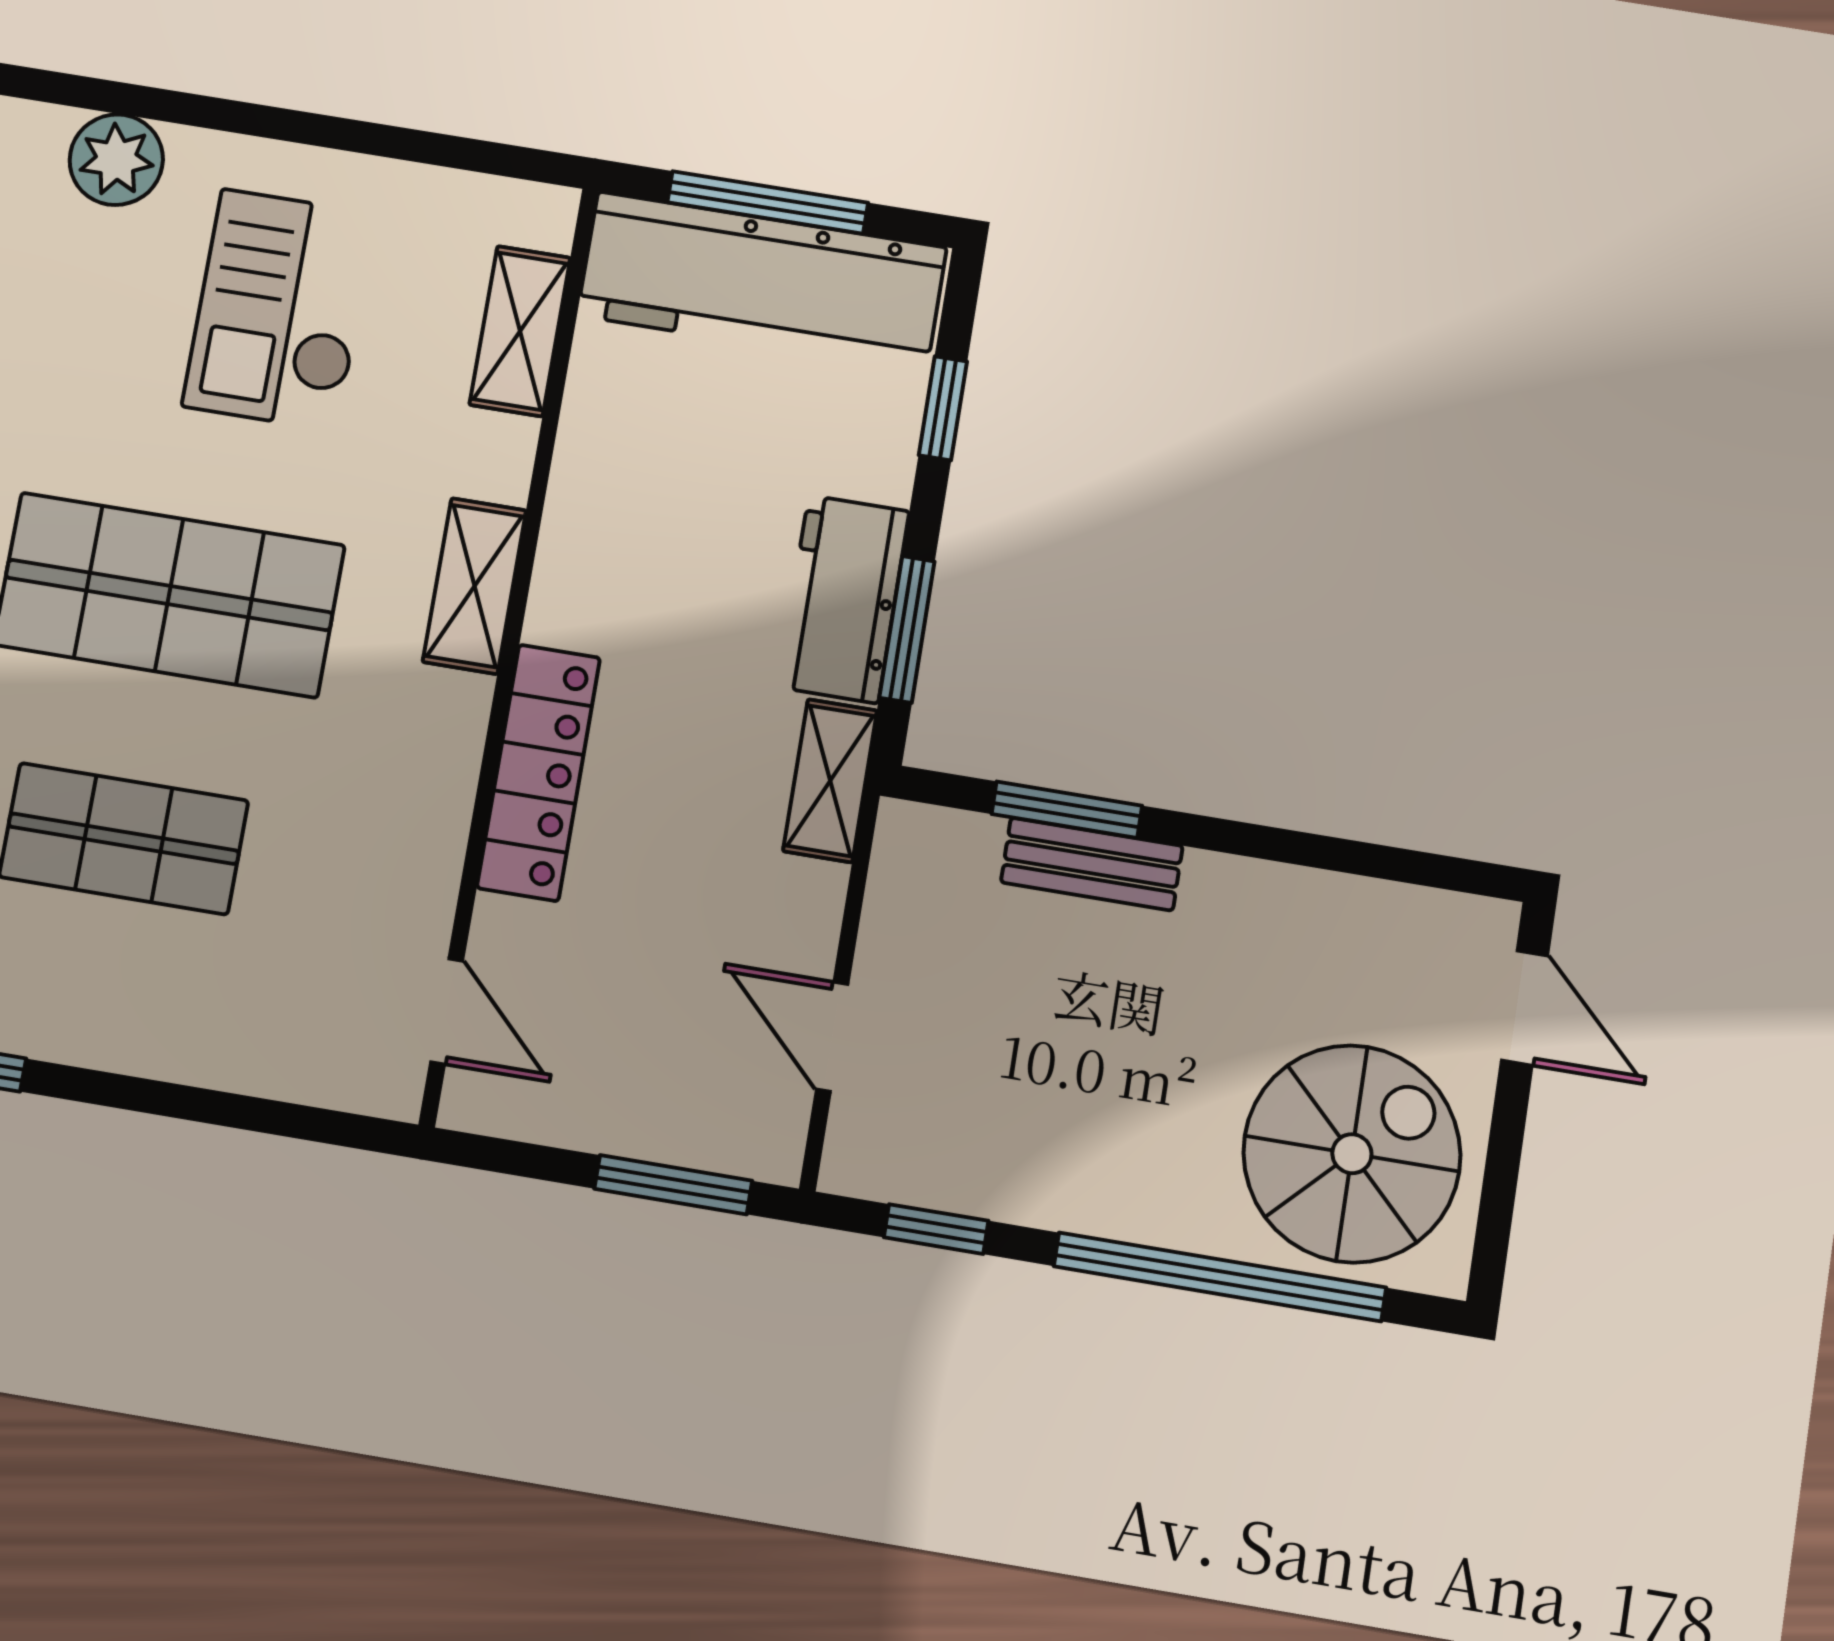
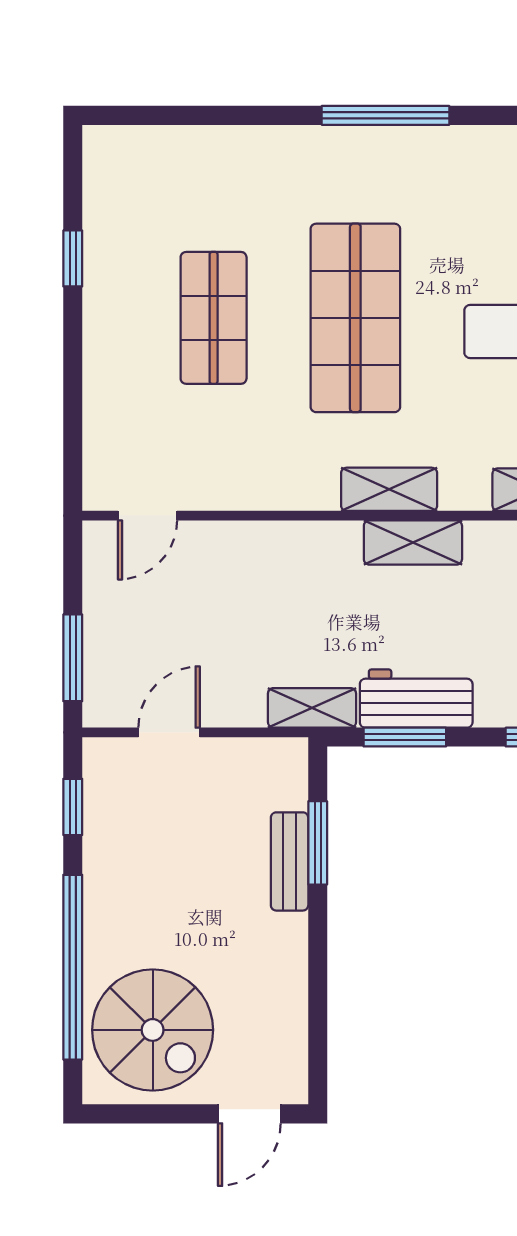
shelving: (573, 560) -> (413, 542), added
locker: (539, 773) -> (289, 544), removed

